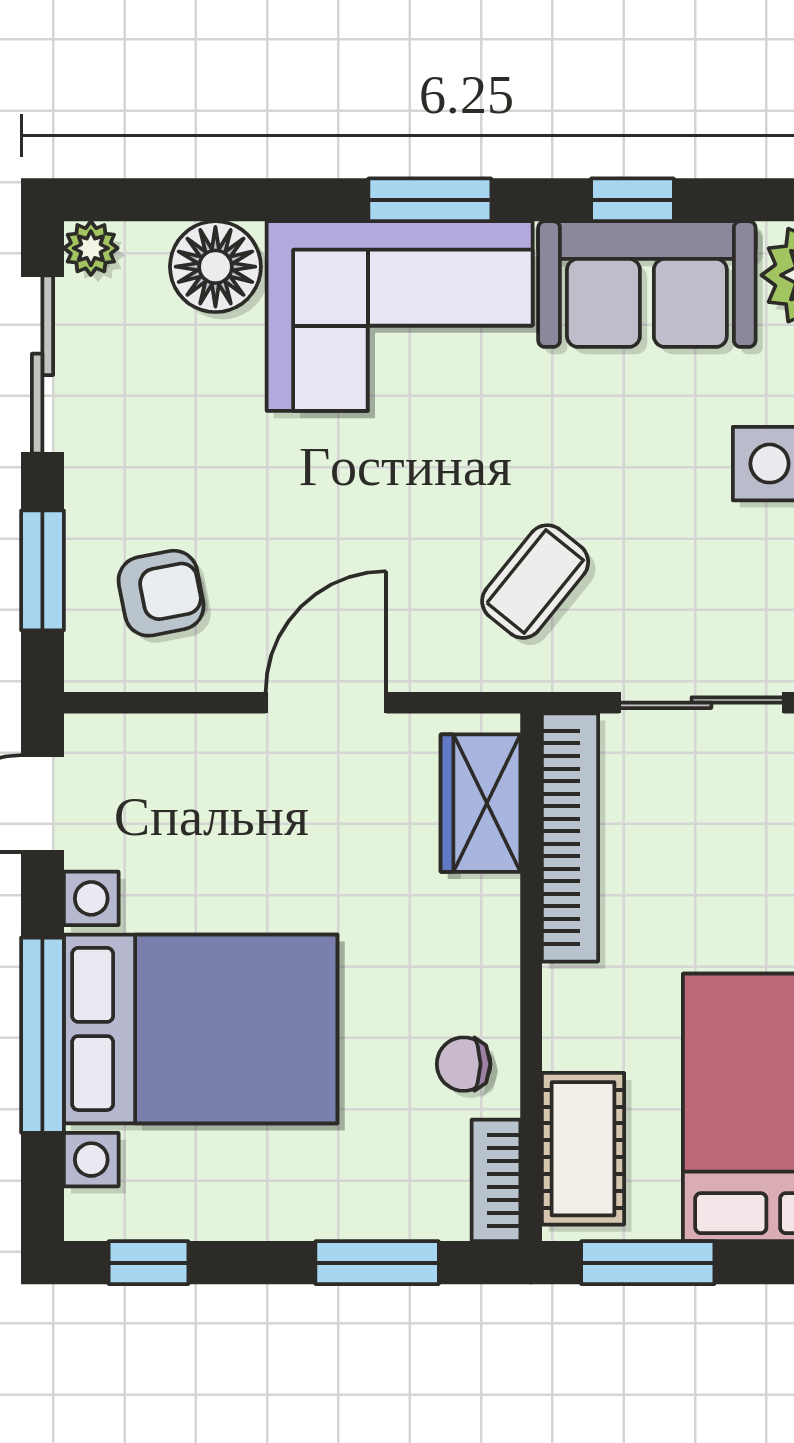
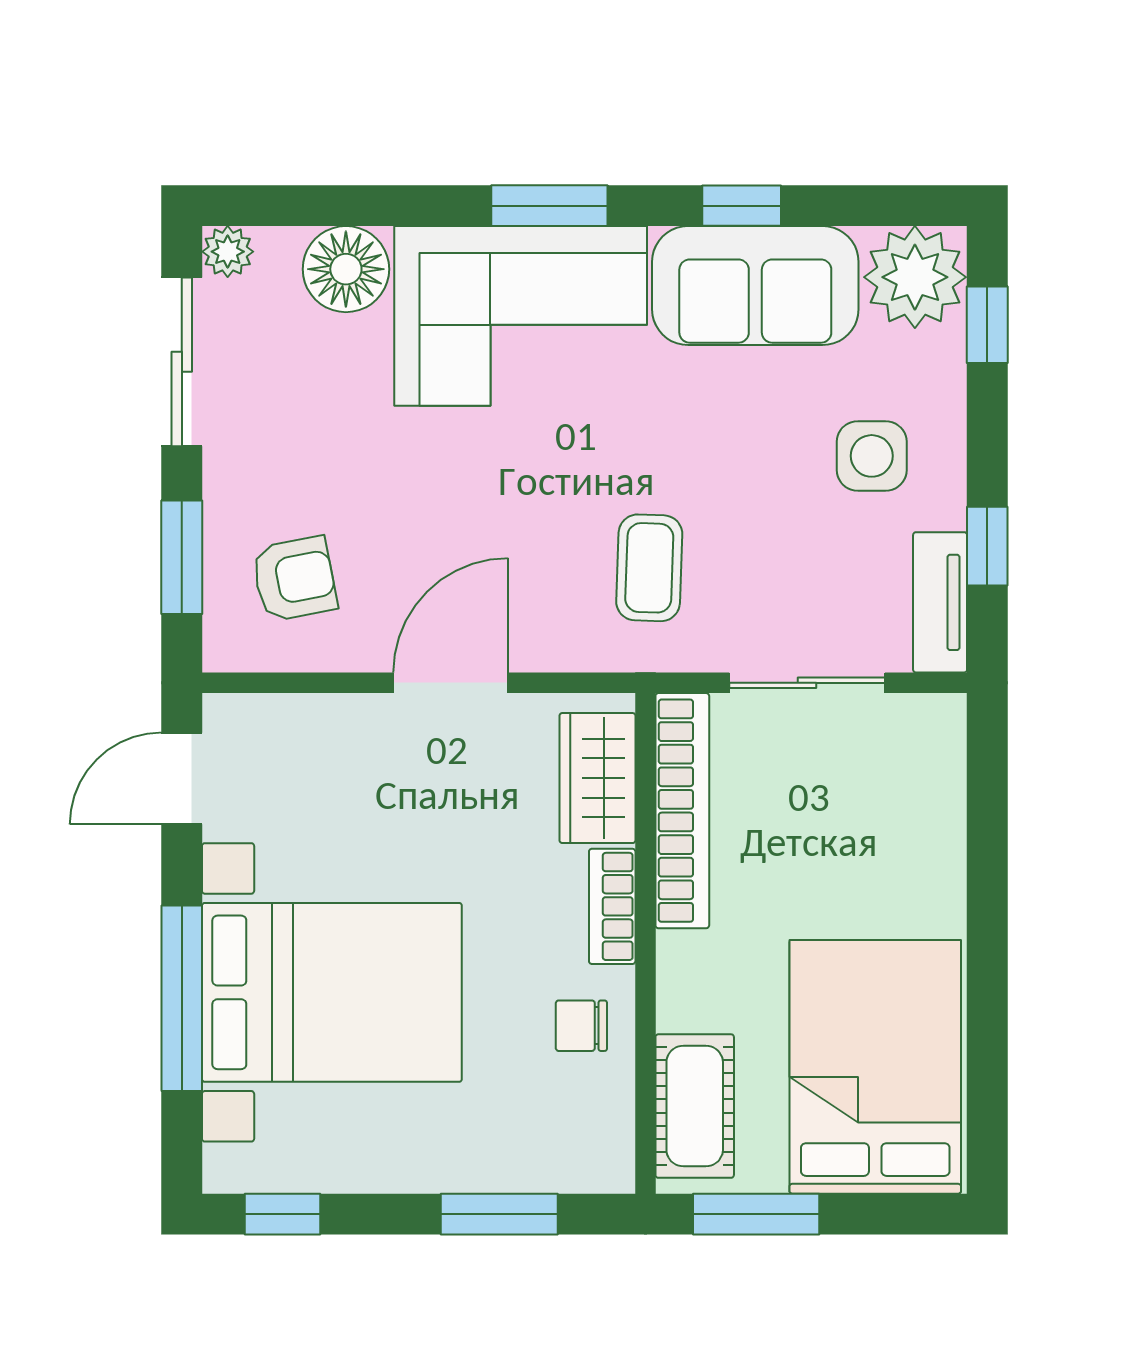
coffee table: (535, 582) -> (649, 568), turned -37
bookcase: (496, 1180) -> (612, 906), moved

